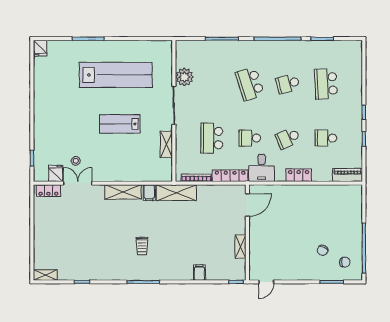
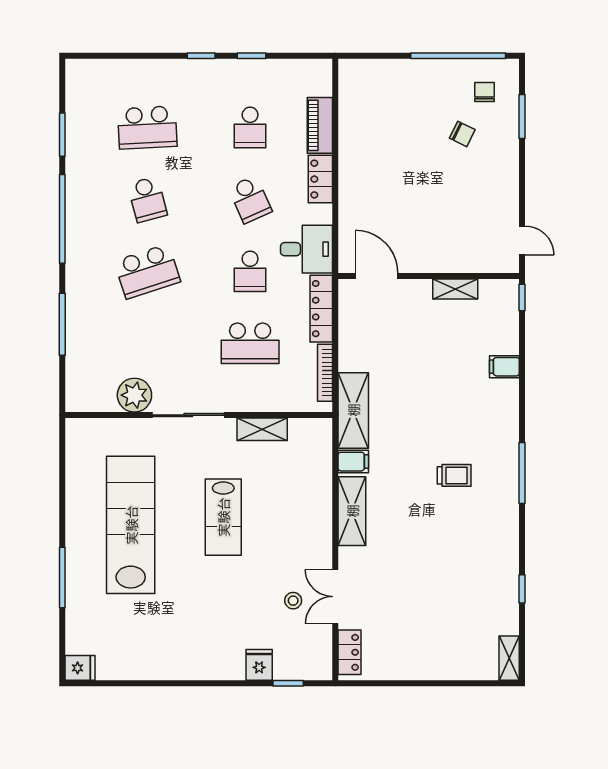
fridge: (56, 173) -> (259, 665), moved, turned 90
piano: (348, 175) -> (320, 125), moved

